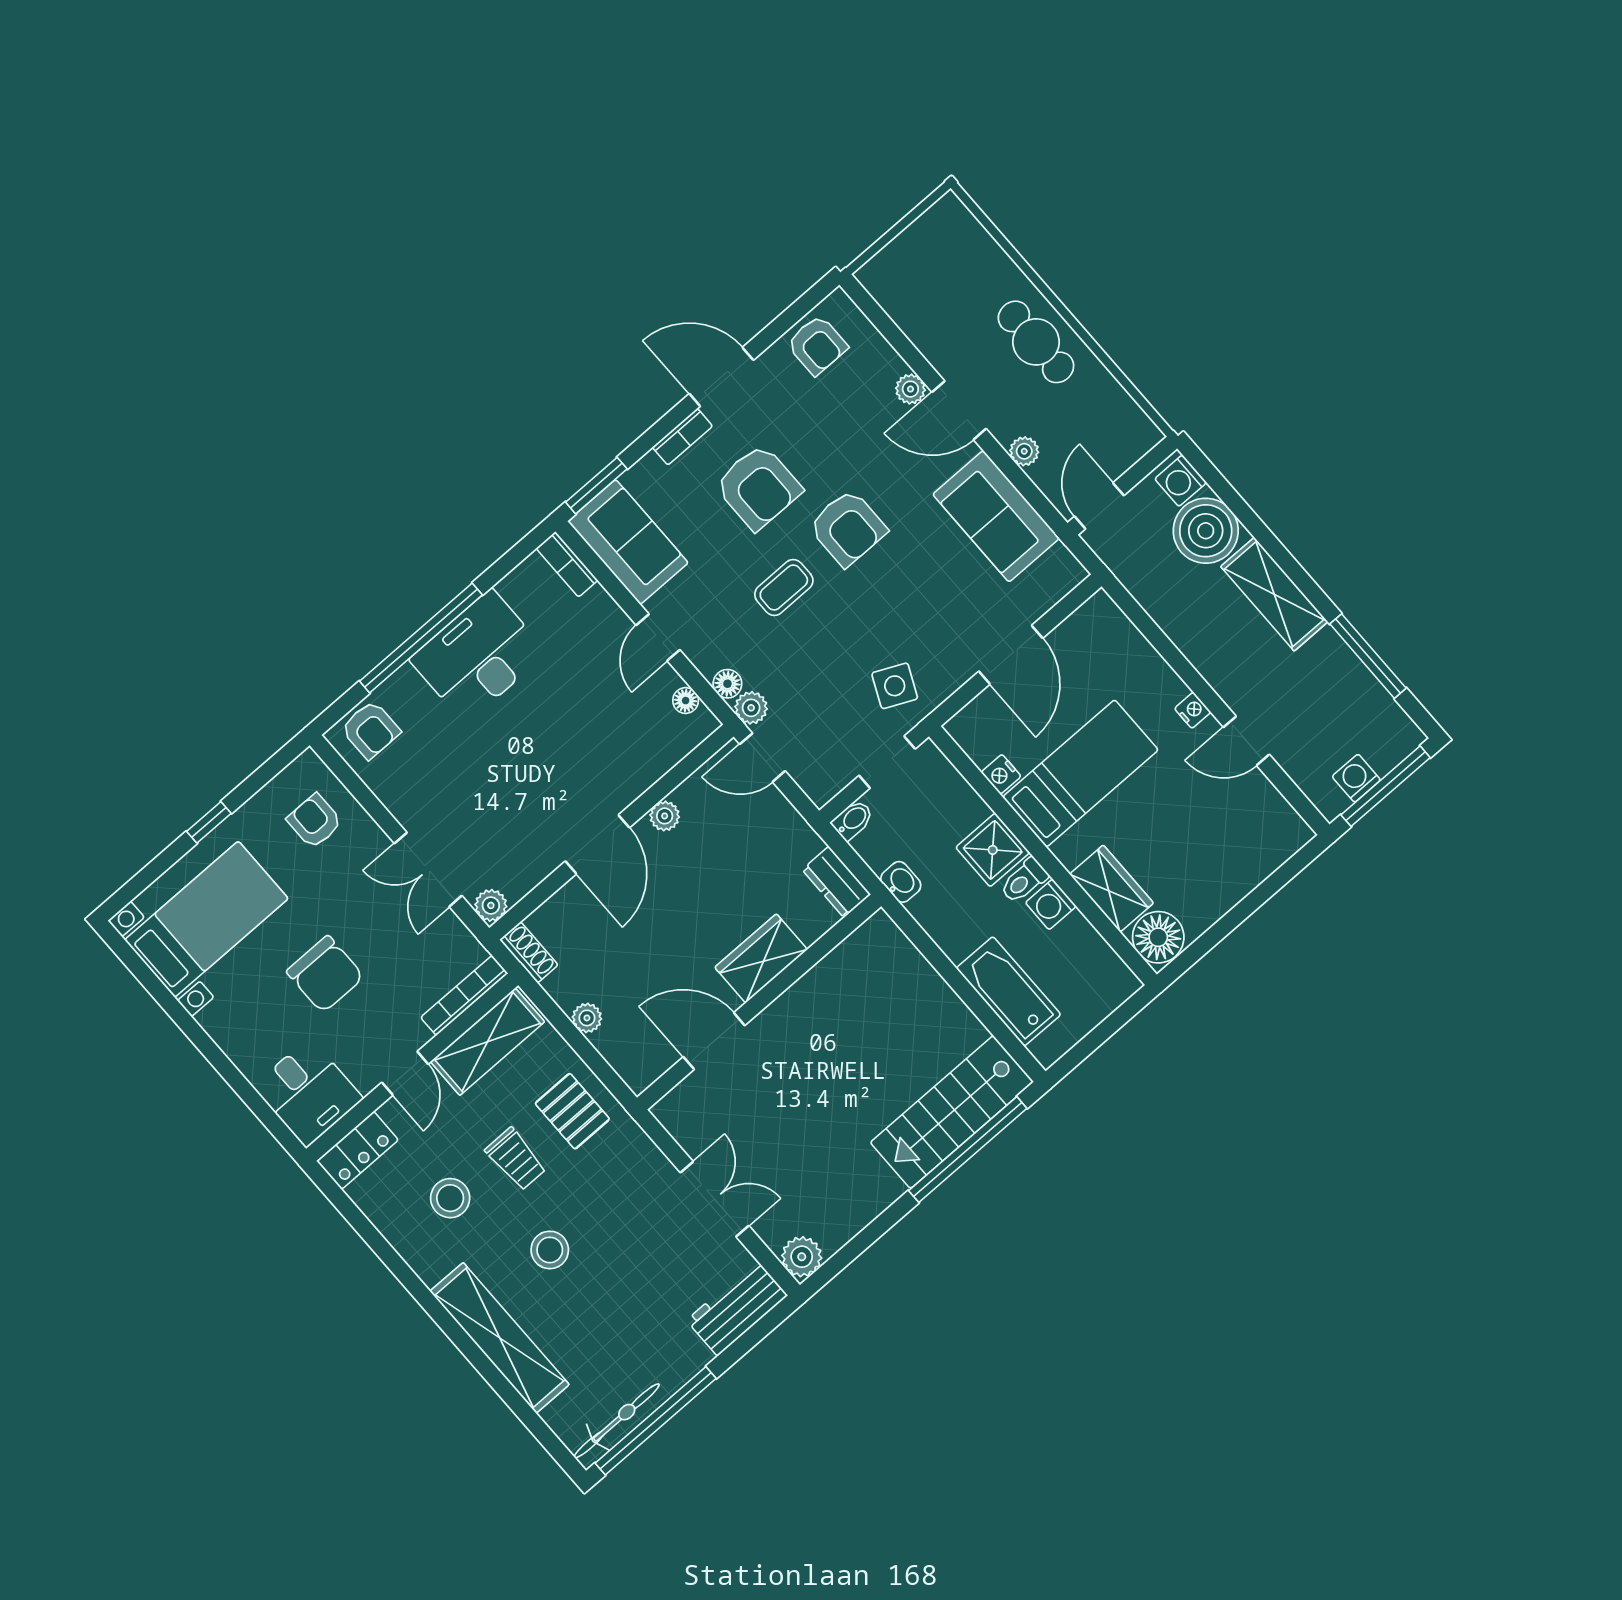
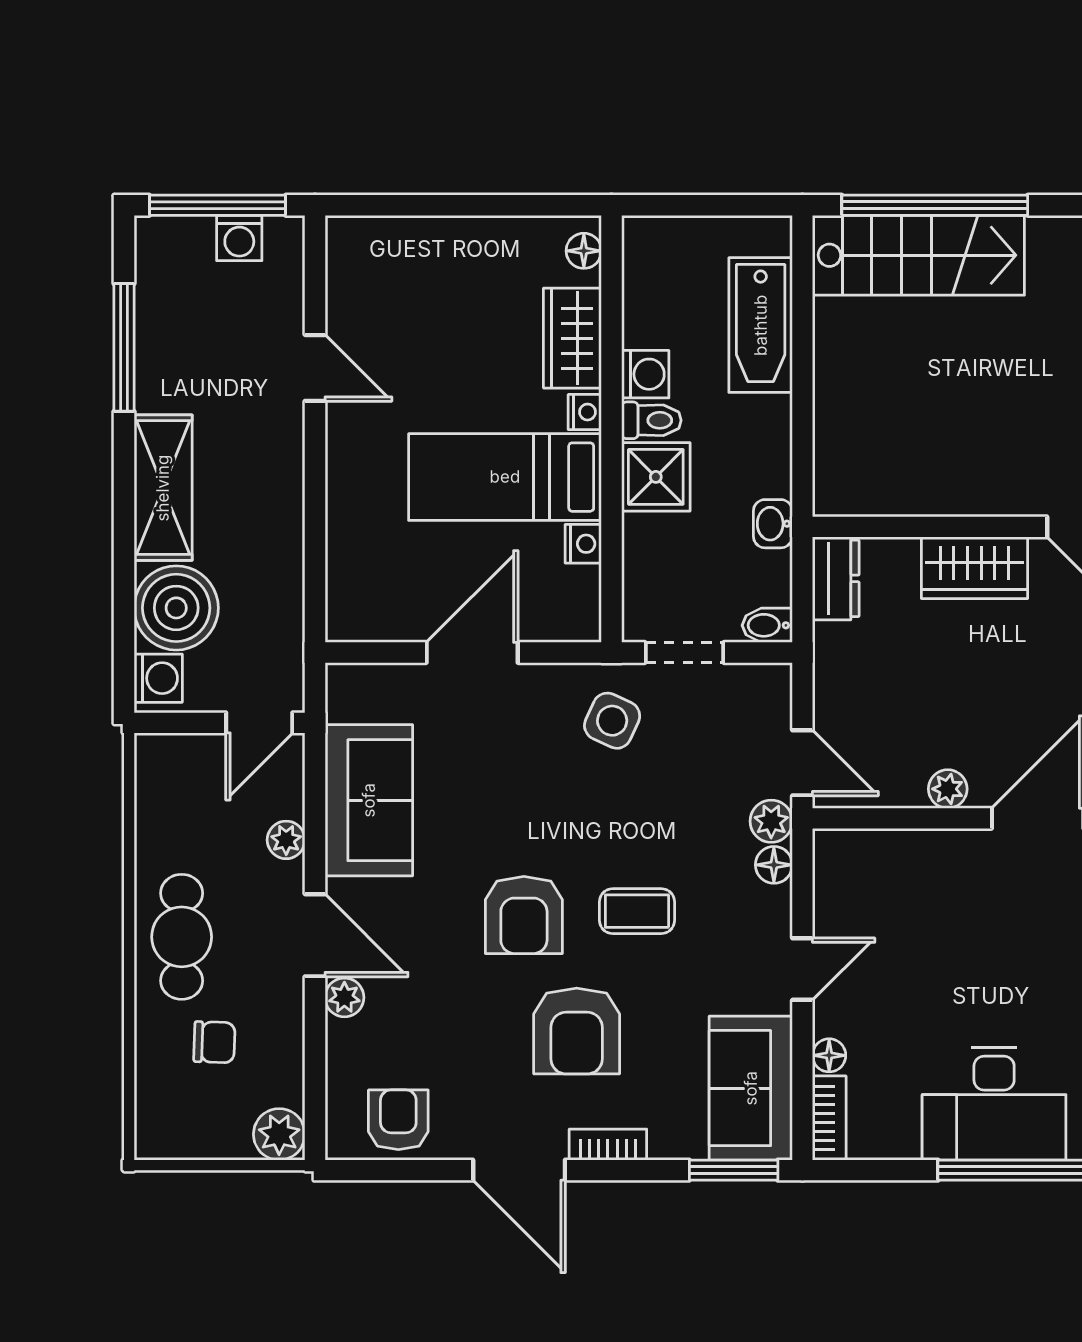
plant: (879, 276) -> (279, 1134), added
chair: (964, 297) -> (214, 1042), added
armchair: (758, 487) -> (577, 1031), turned 180
armchair: (848, 528) -> (524, 915), turned 180
floor lamp: (686, 701) -> (829, 1055), moved
nightstand: (1193, 710) -> (585, 412), moved, turned 180
floor lamp: (1158, 937) -> (584, 251), width x0.53, depth x0.53

